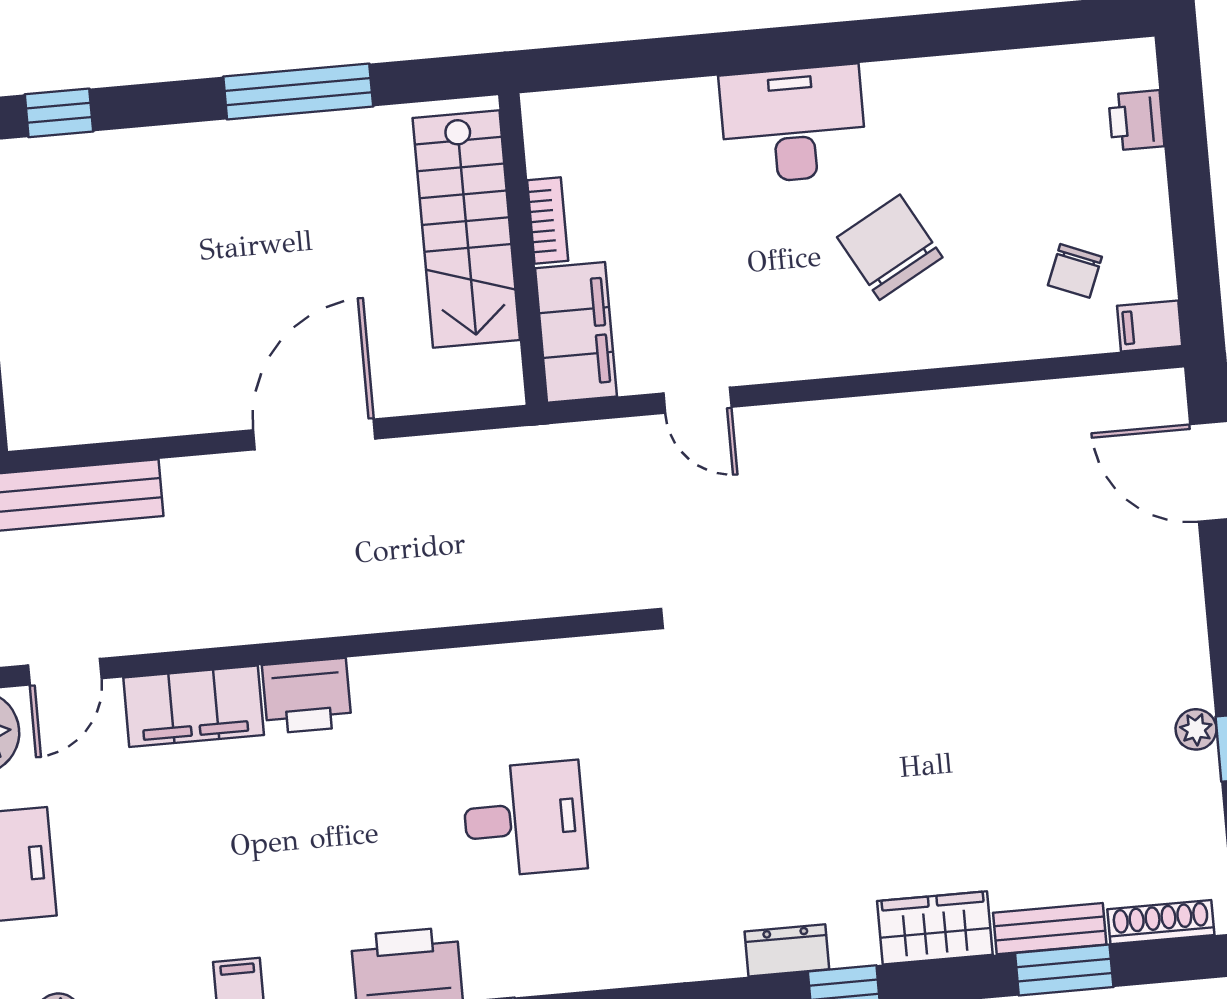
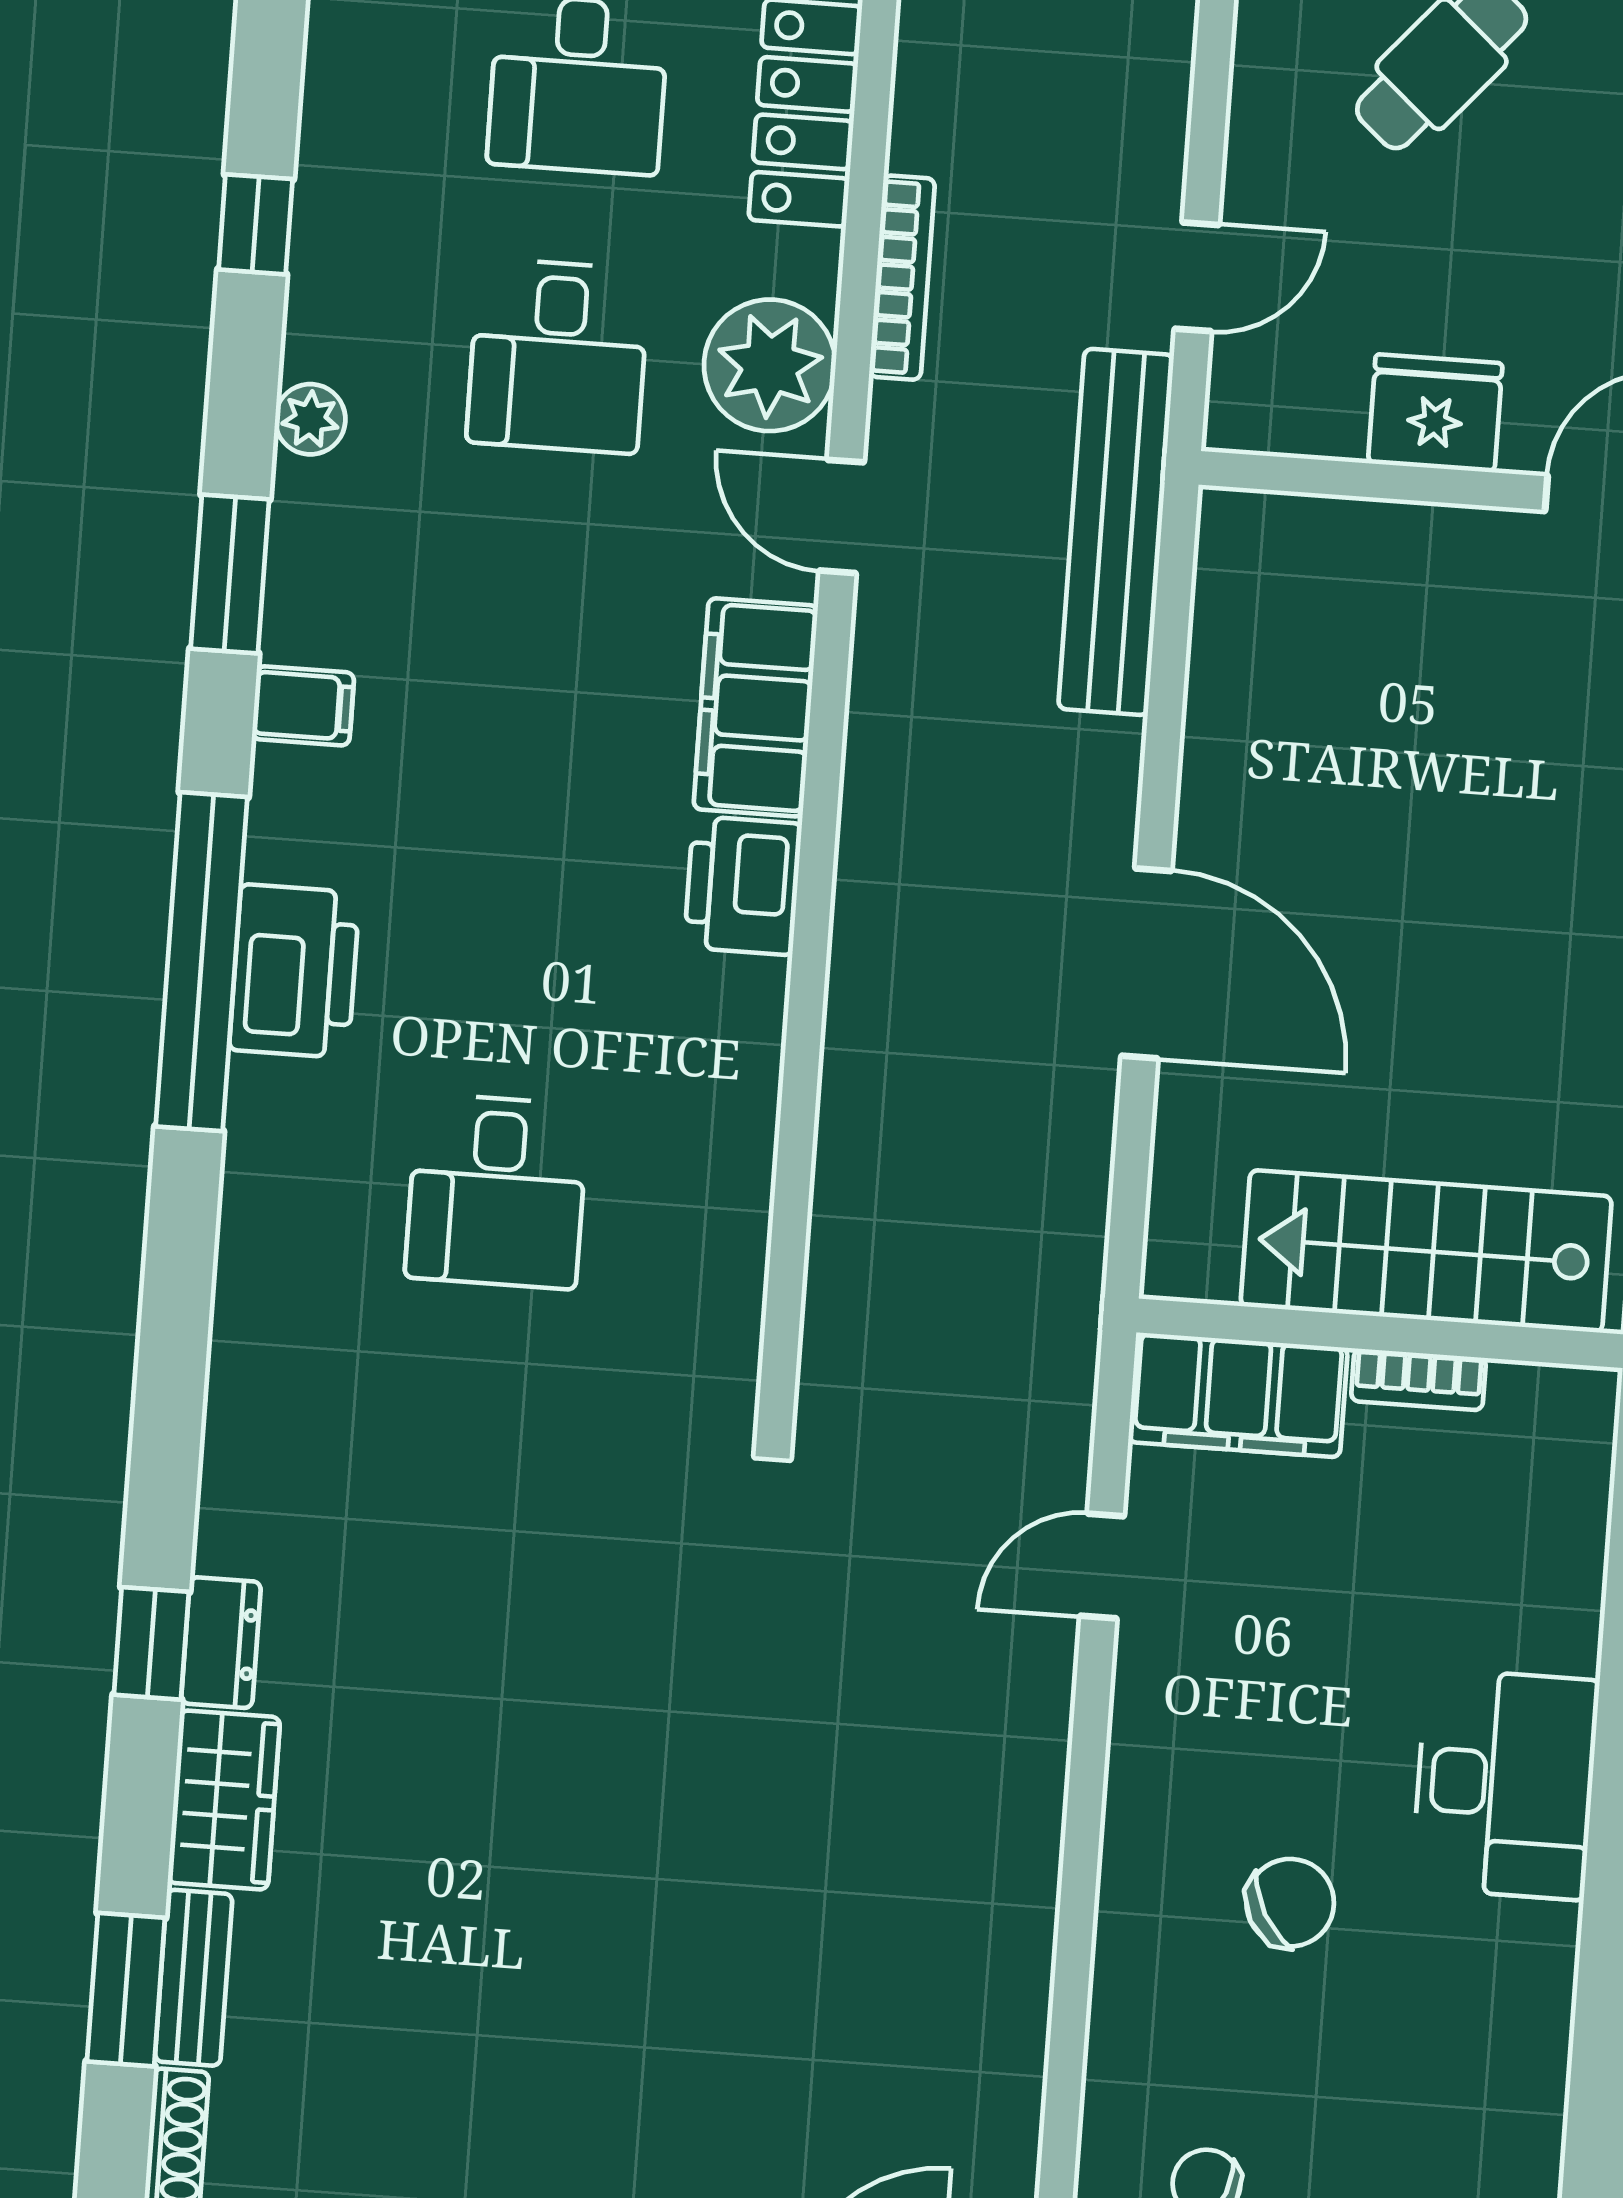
chair: (890, 247) -> (1290, 1903), width x0.73, depth x0.73
dresser: (787, 950) -> (221, 1643), moved

